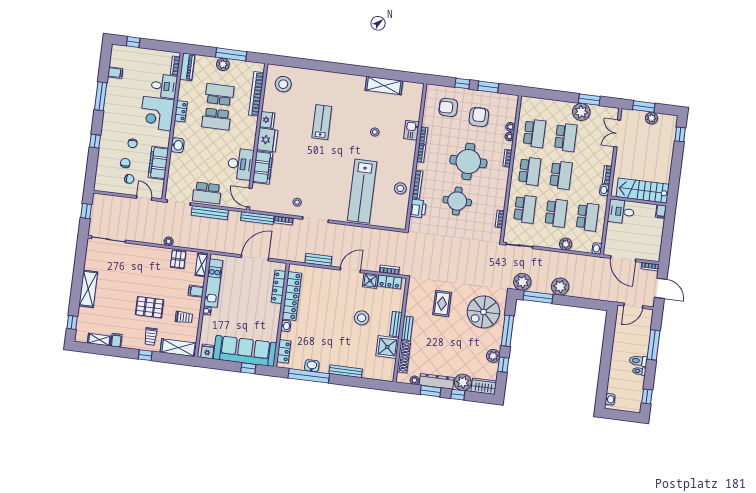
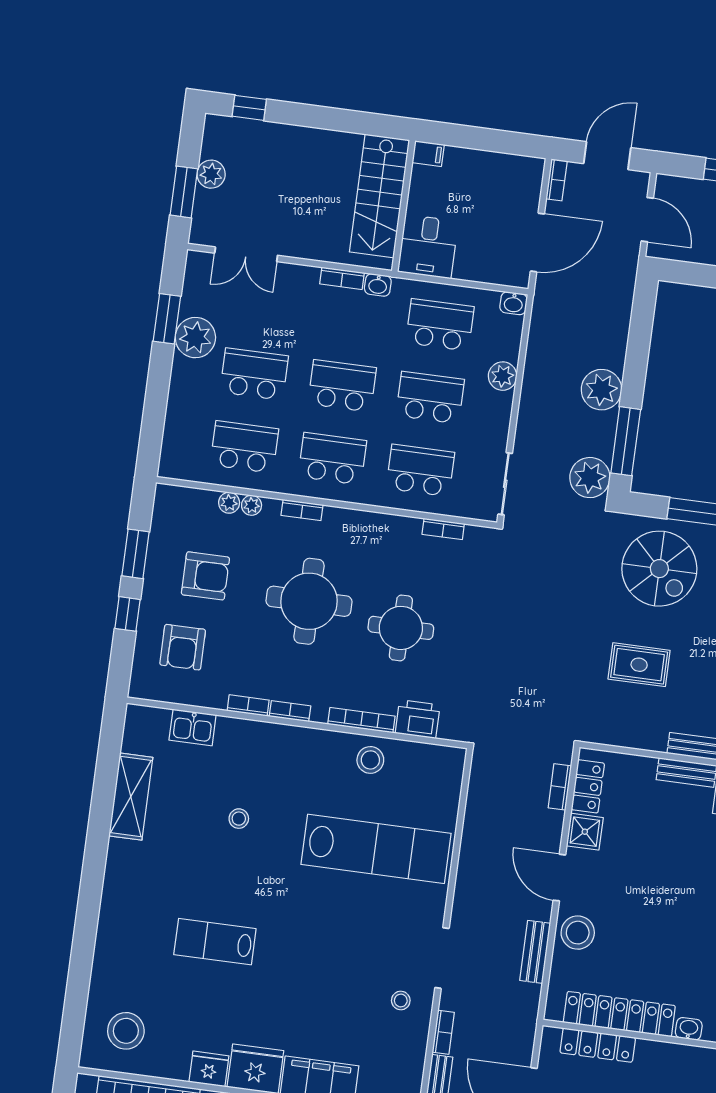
armchair: (479, 117) -> (205, 576), turned 180
kitchen sink: (411, 130) -> (193, 727), moved
stool: (362, 318) -> (578, 933), moved

